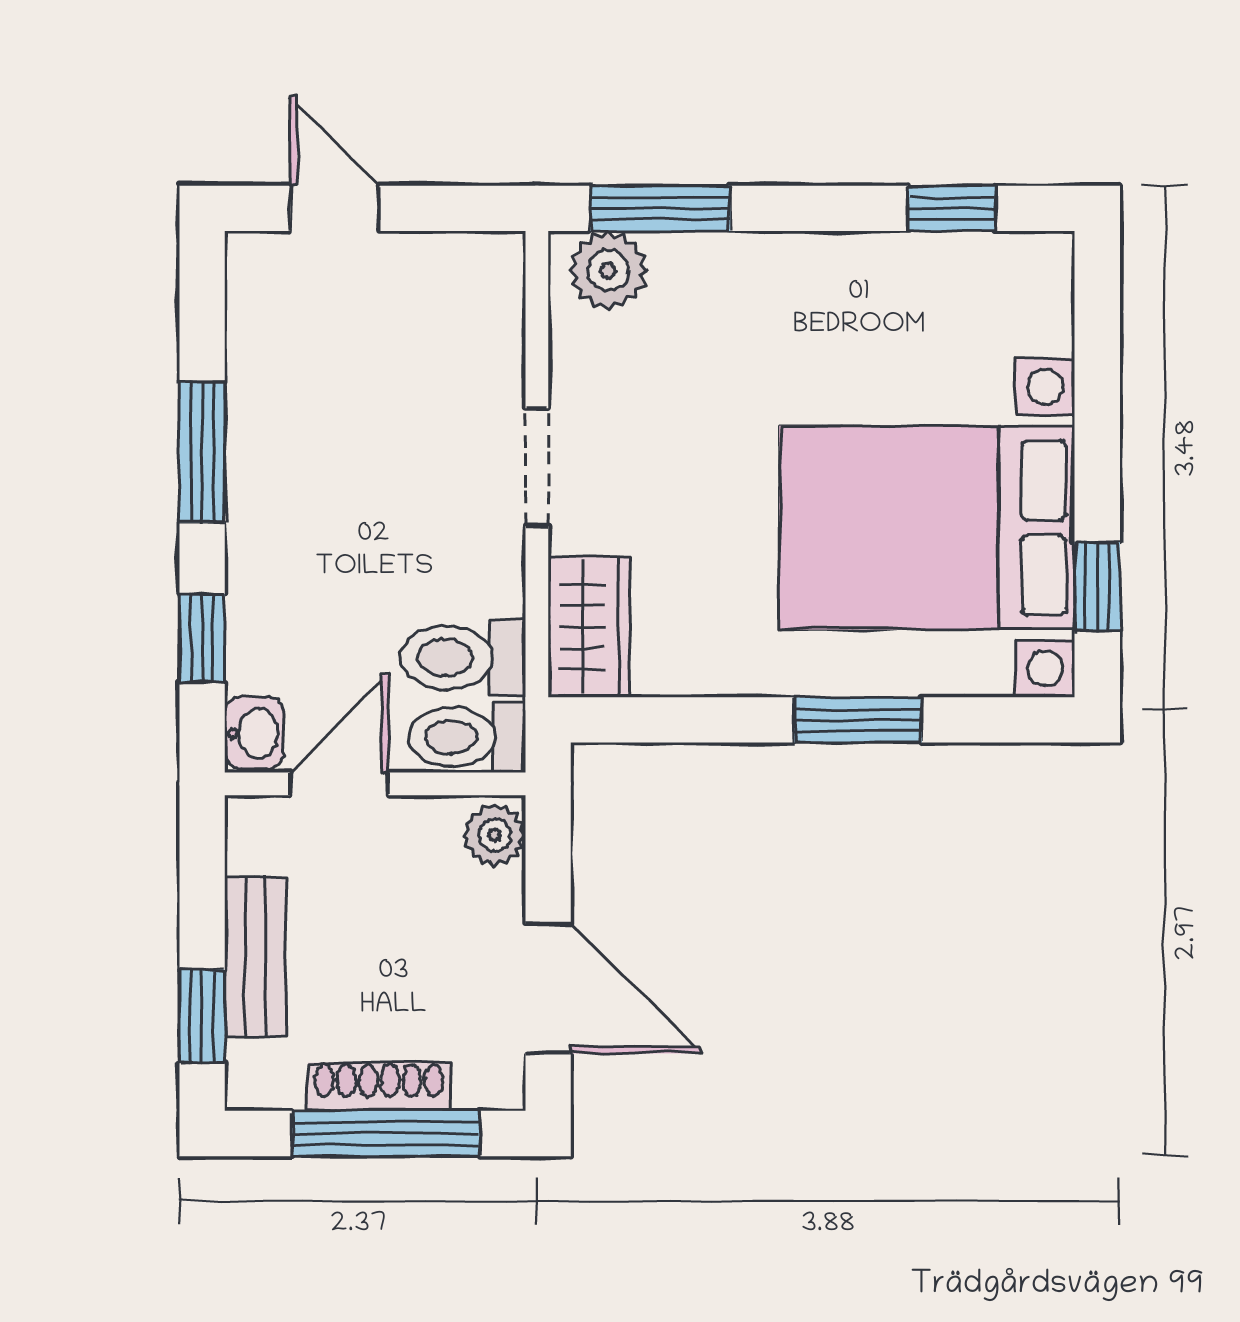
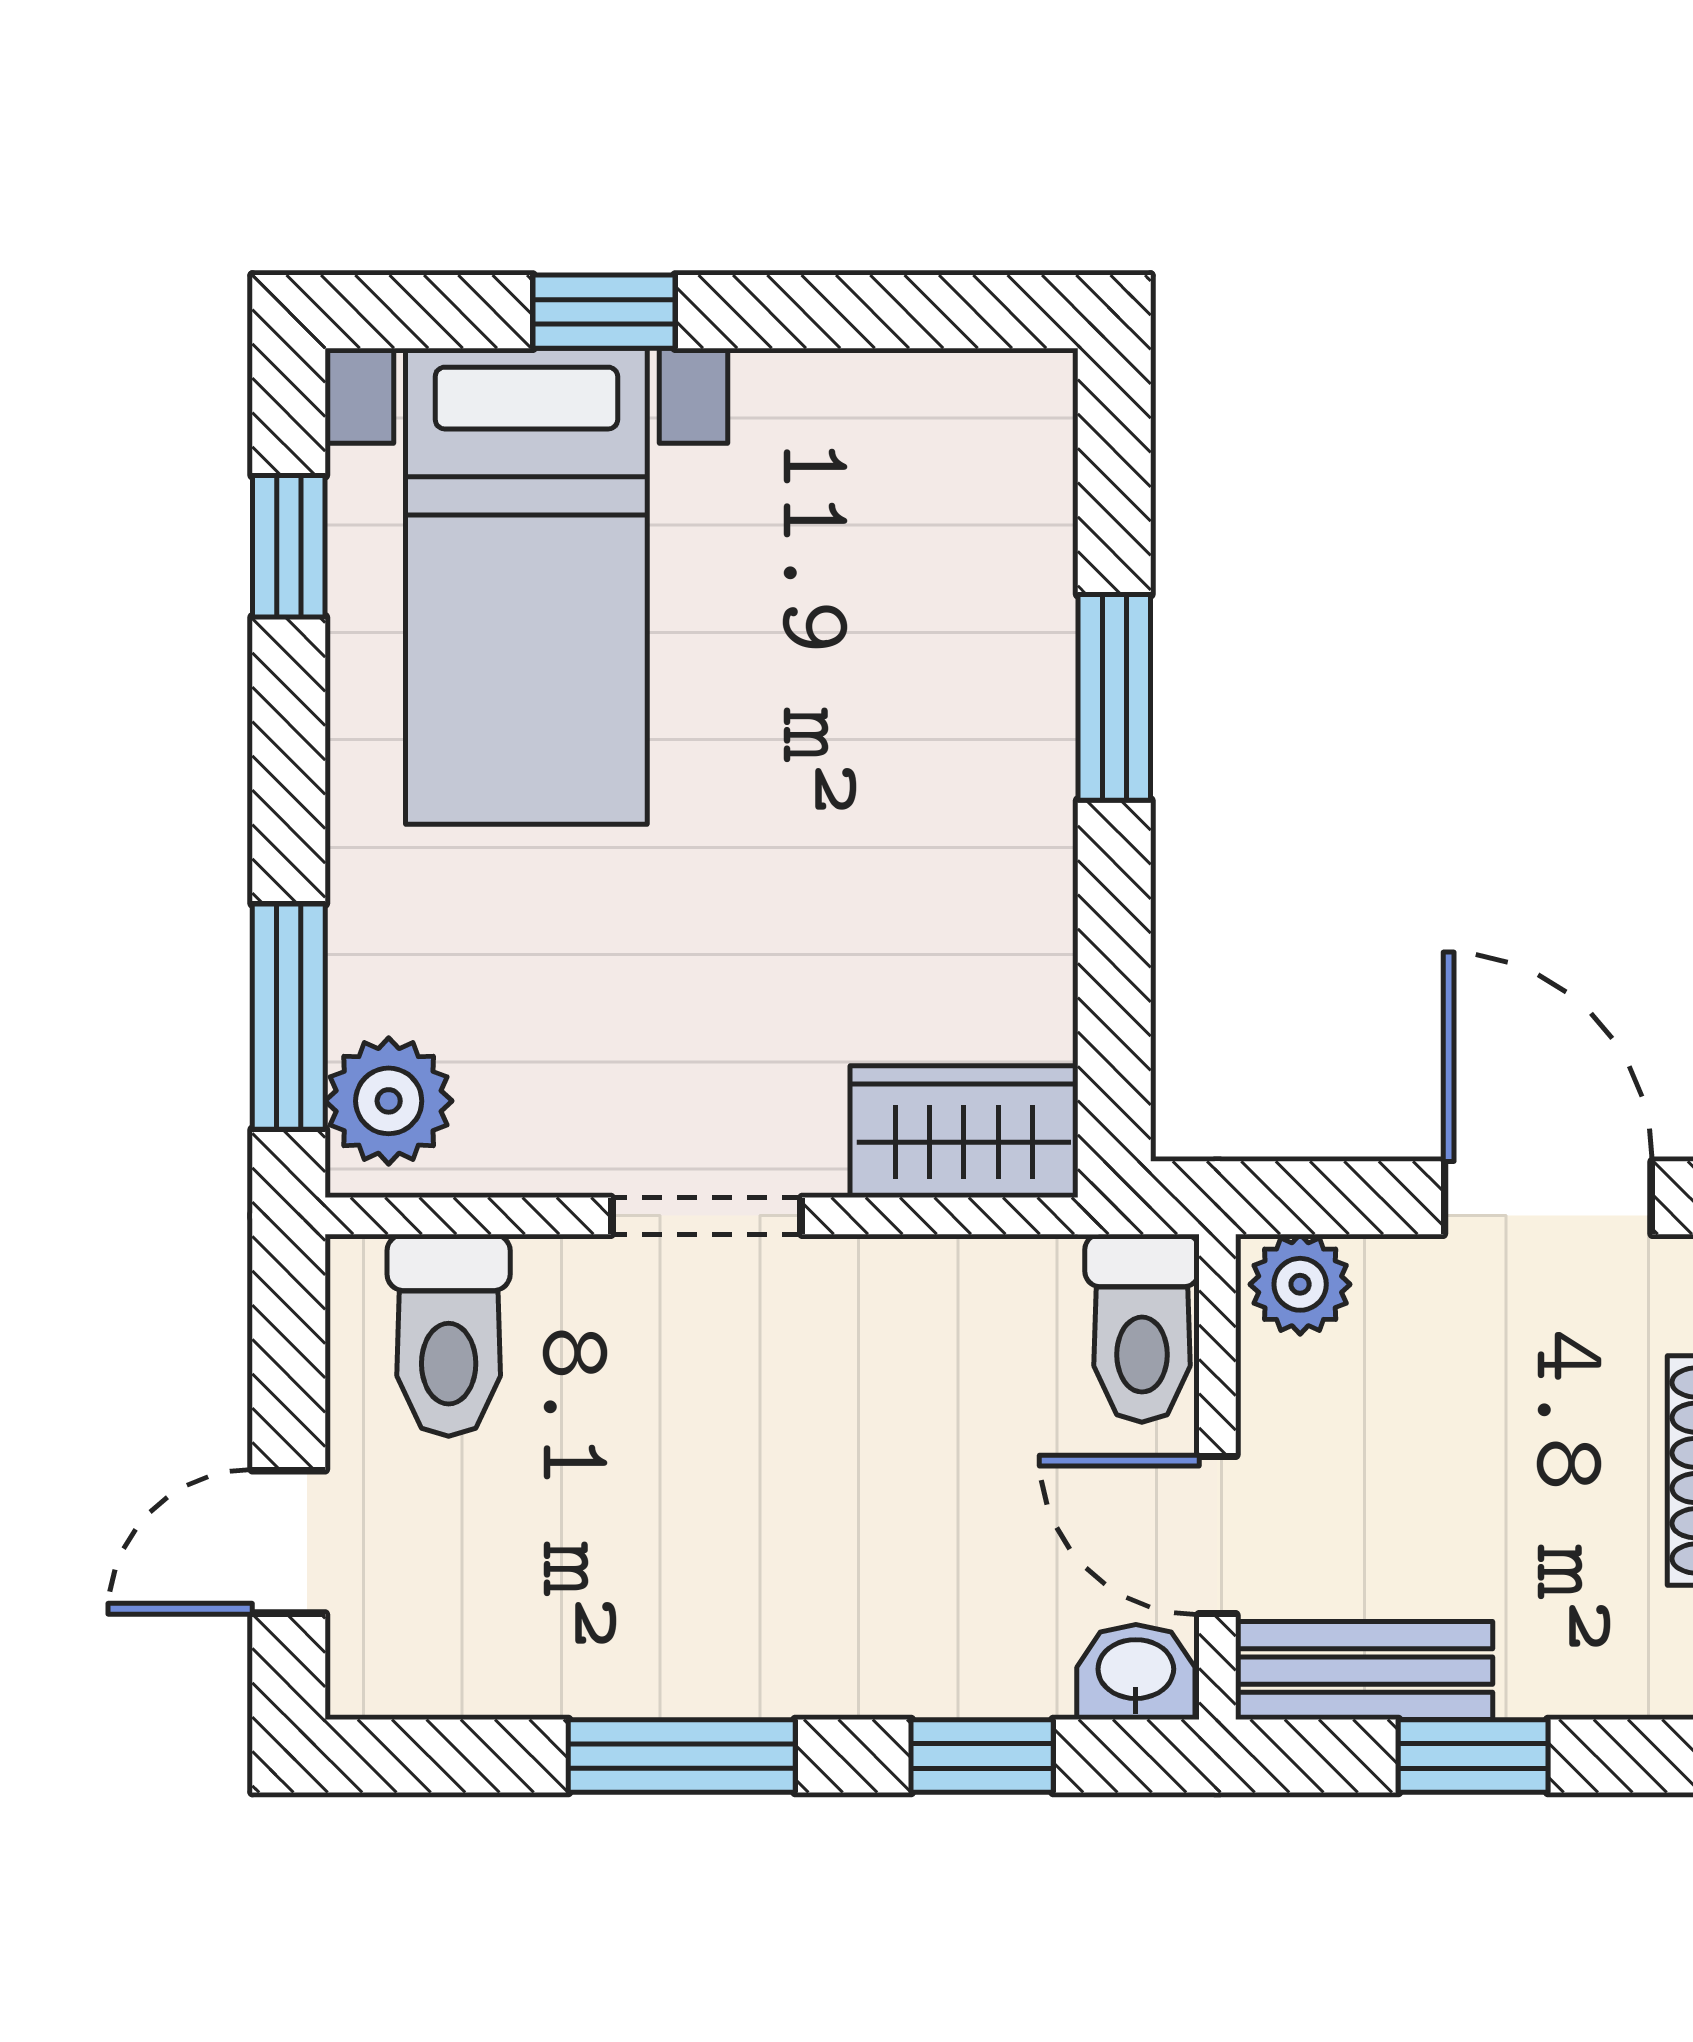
bed with nightstands: (927, 528) -> (526, 586), moved, width x0.73
window: (1097, 587) -> (604, 312), moved
toilet: (463, 658) -> (449, 1335), moved
bench: (255, 956) -> (1364, 1671), moved
door: (548, 988) -> (1548, 1198), hinge flipped
window: (202, 1016) -> (1473, 1756), moved

